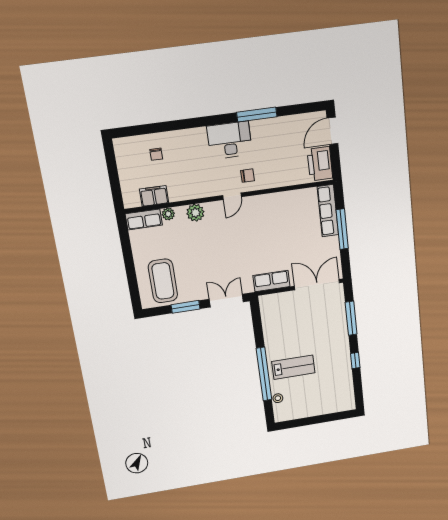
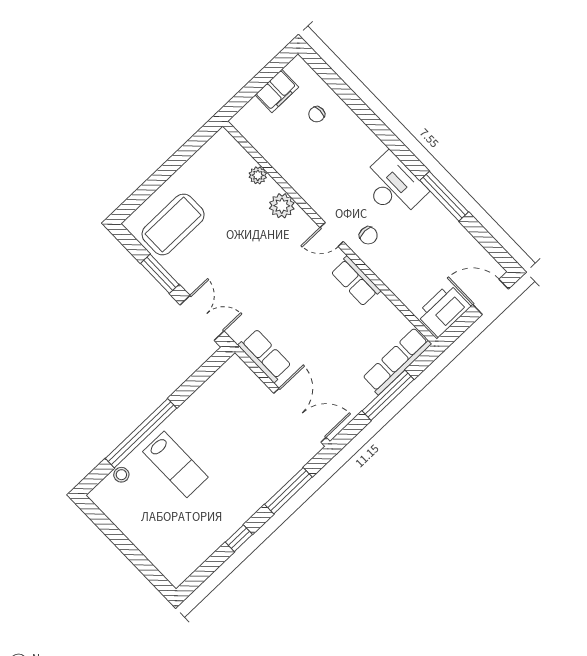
filing cabinet: (154, 196) -> (277, 91), moved, turned 90
row of seats: (144, 219) -> (356, 281), moved

